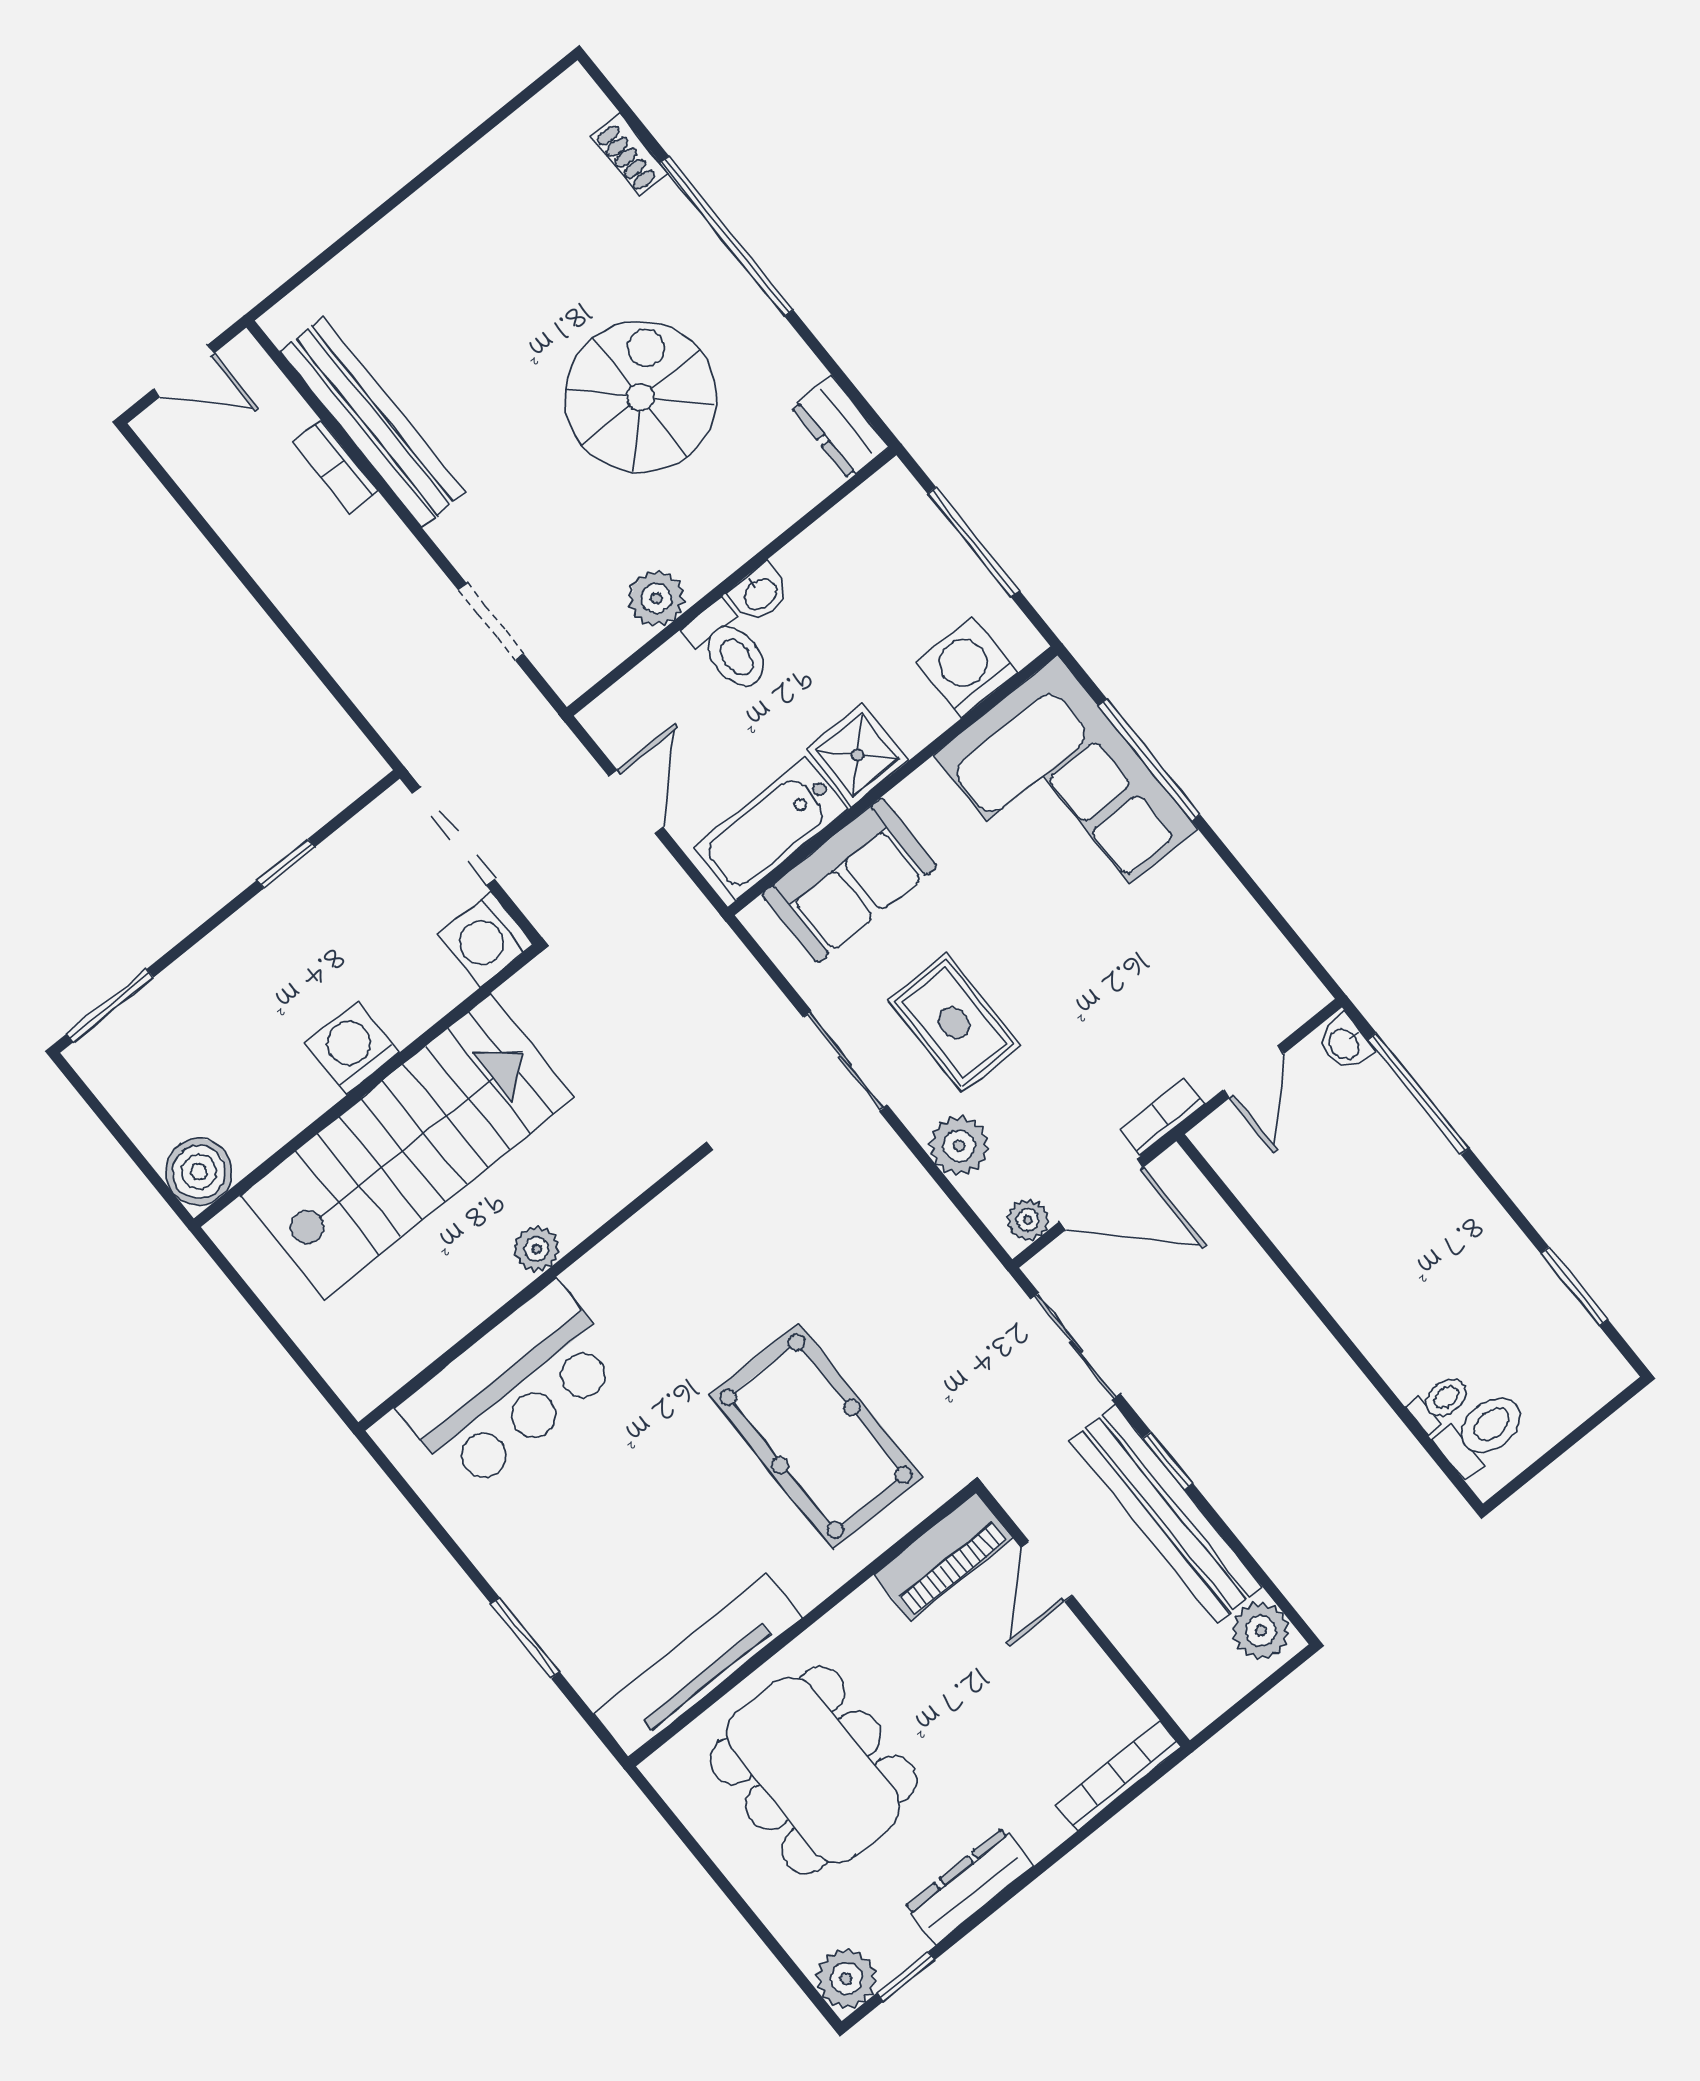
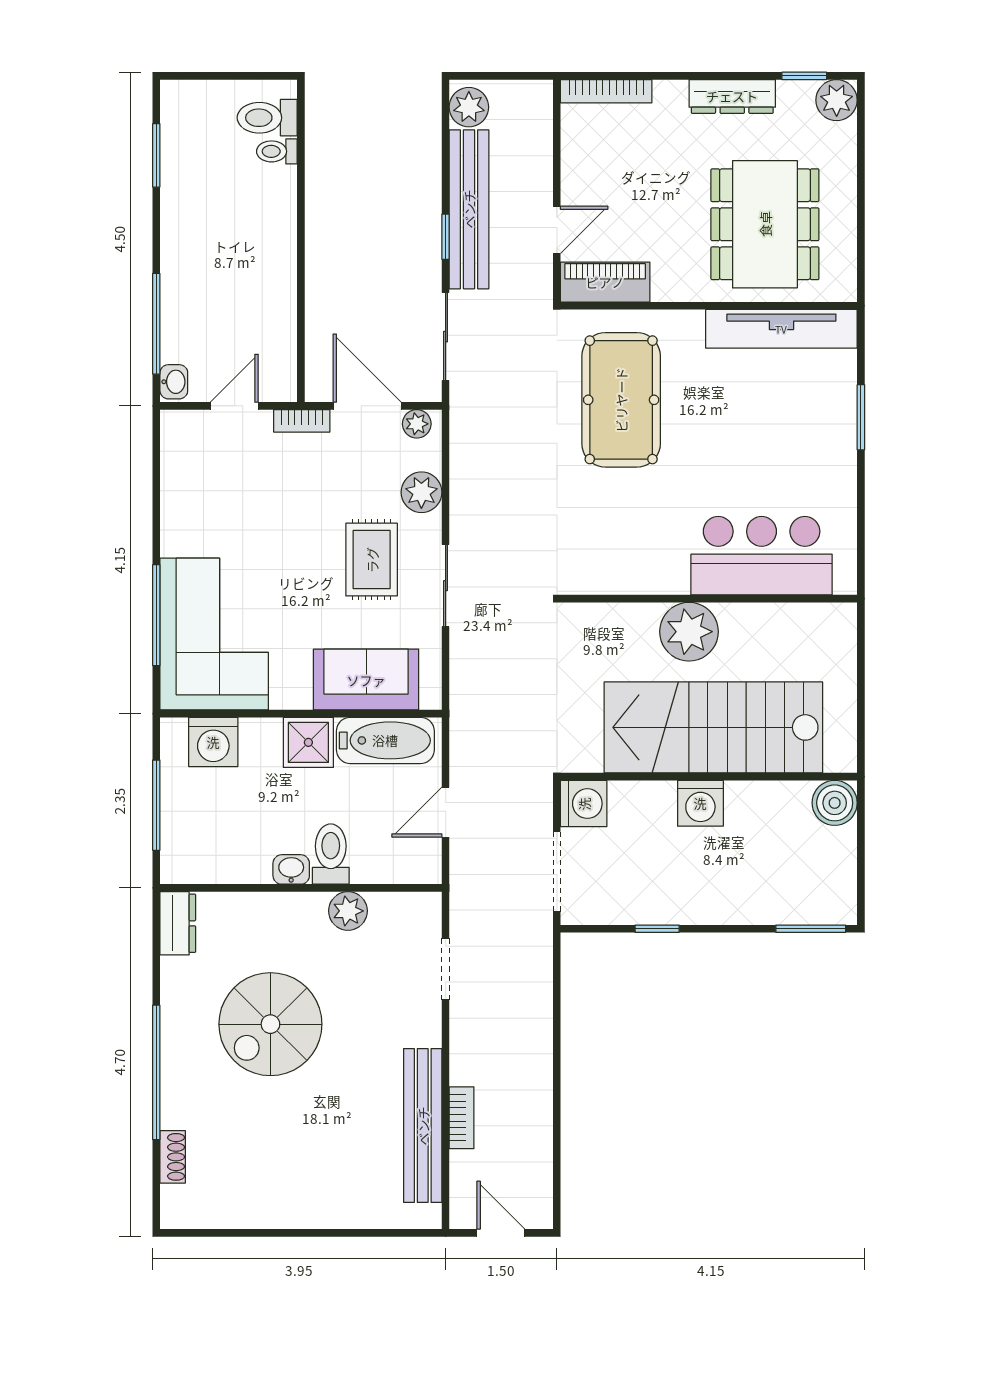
plant: (537, 1249) -> (689, 632), width x1.87, depth x1.87

